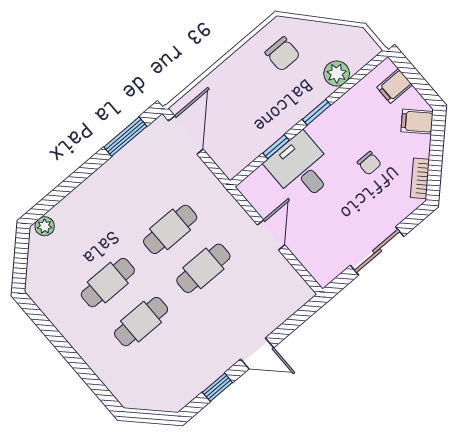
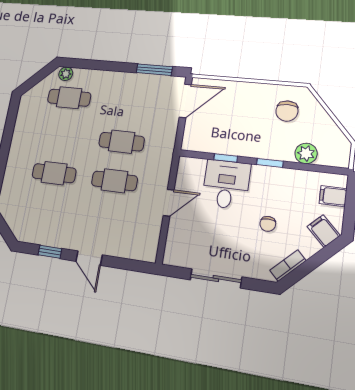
cafe table: (108, 283) -> (69, 98), moved

